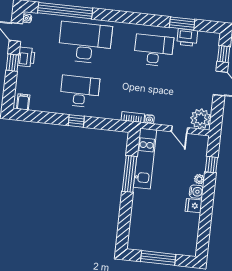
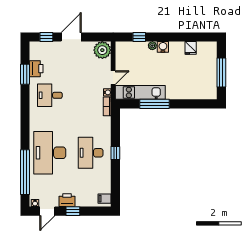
desk: (154, 50) -> (50, 95), width x0.73
door: (179, 130) -> (113, 78), moved
fridge: (194, 206) -> (191, 48), moved

